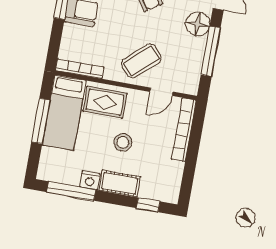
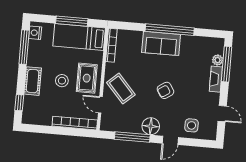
rug: (105, 102) -> (87, 78), moved
nightstand: (90, 180) -> (35, 33), moved

